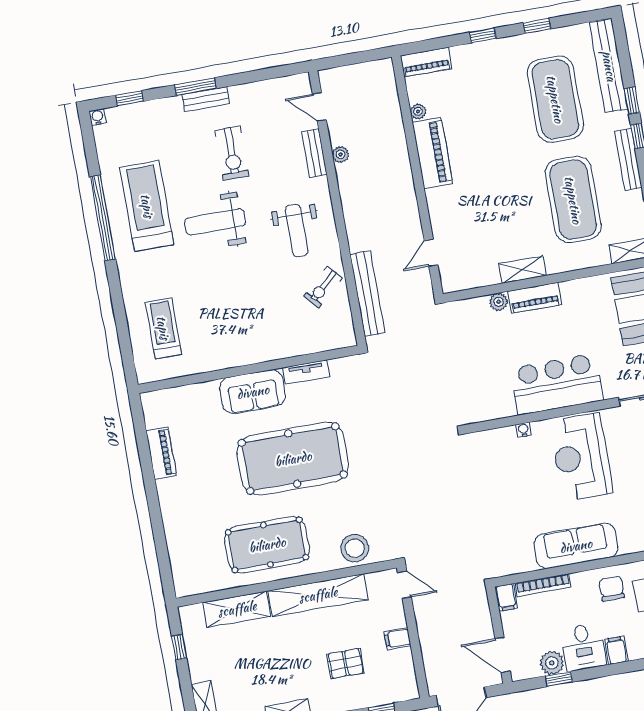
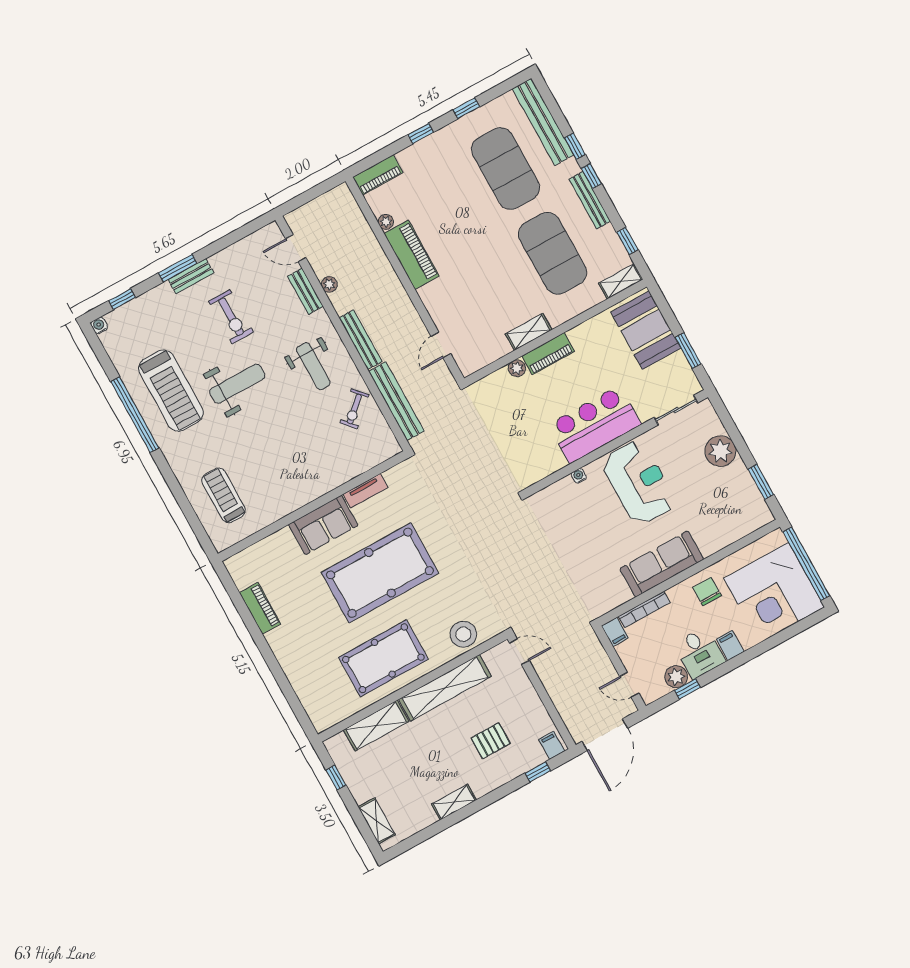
treadmill: (147, 206) -> (171, 391), turned 180
bench: (353, 220) -> (360, 340), added
weight bench: (215, 222) -> (237, 384), turned 180
reception desk: (581, 457) -> (639, 482), turned 180
filing cabinet: (397, 639) -> (552, 745), moved, turned 90
door: (503, 655) -> (629, 685), width x0.73

